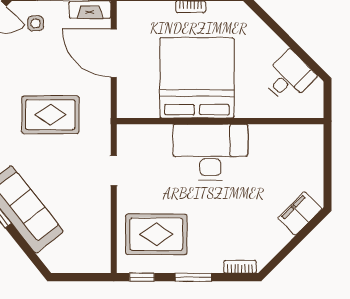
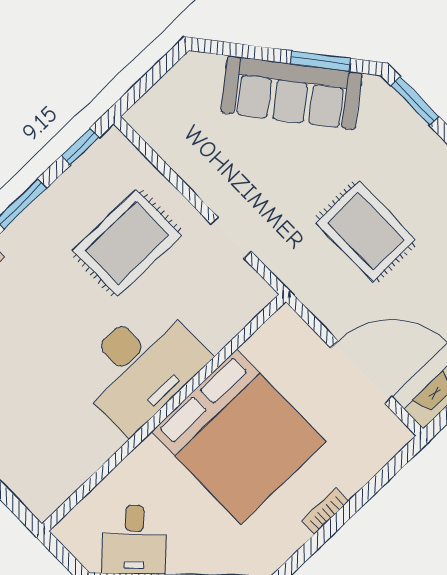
rug: (50, 115) -> (366, 231), turned 90
rug: (156, 234) -> (127, 243), moved

